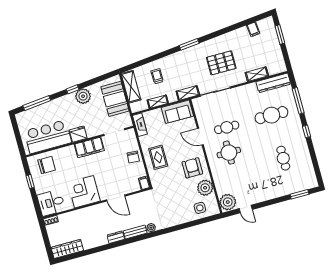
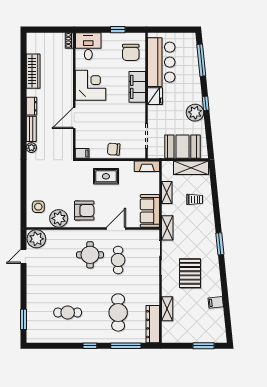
filing cabinet: (253, 29) -> (216, 302), moved
filing cabinet: (89, 147) -> (137, 87), moved
wardrobe: (67, 249) -> (33, 71), moved

